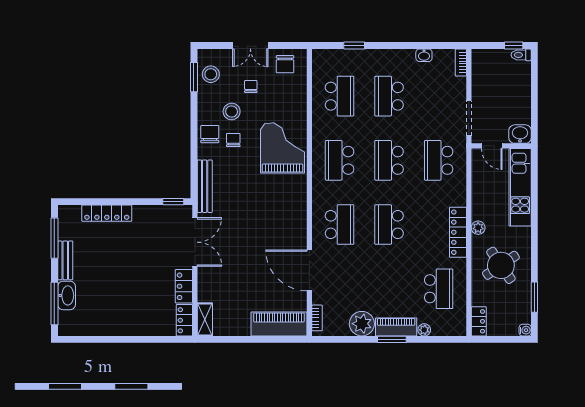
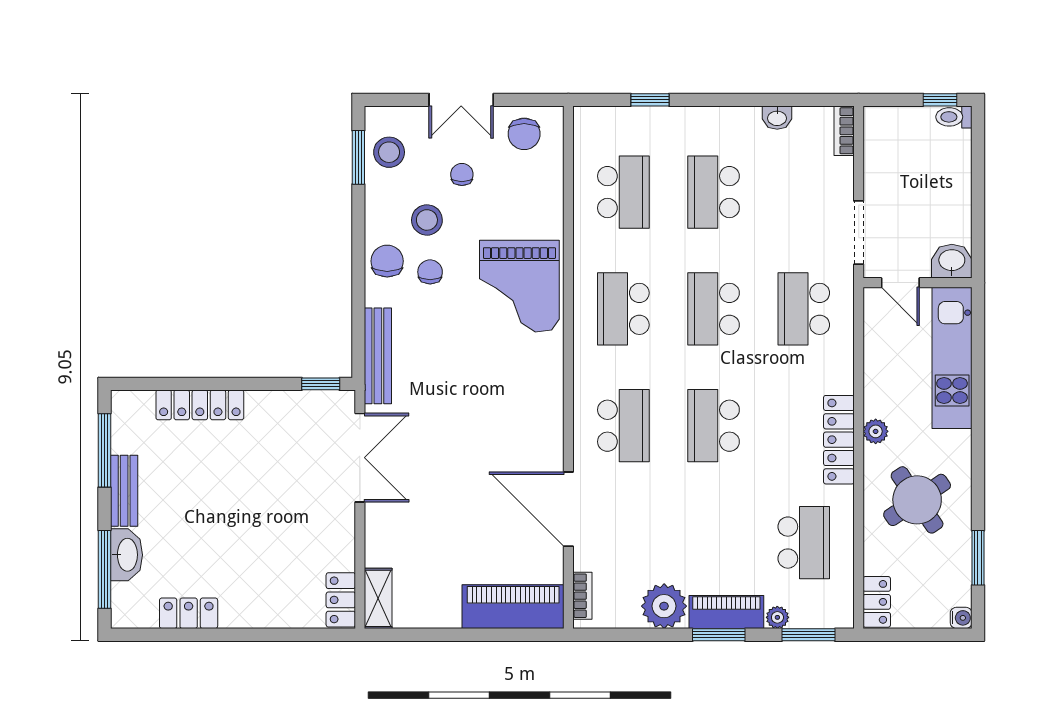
grand piano: (282, 148) -> (519, 286), turned 180
locker: (184, 286) -> (189, 613), moved, turned 90
window: (441, 339) -> (808, 635), added

